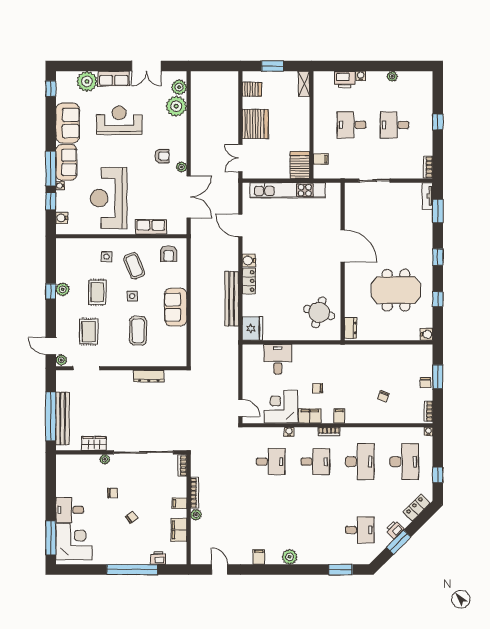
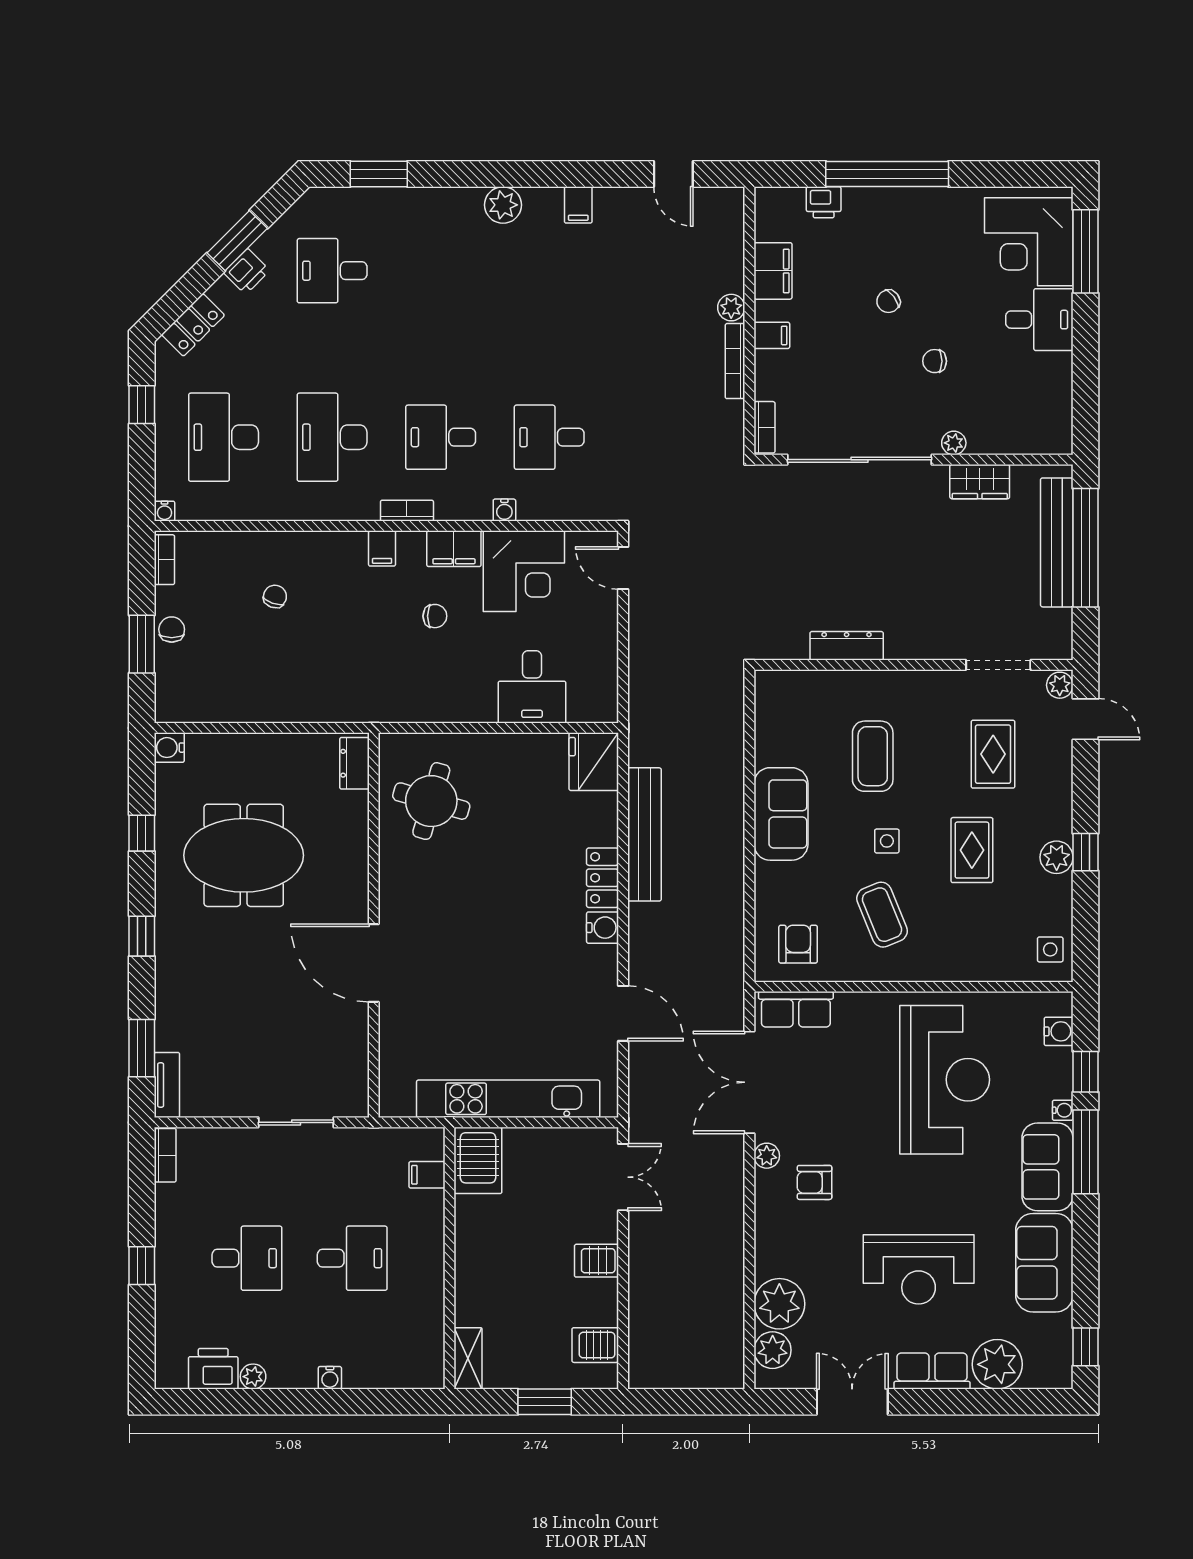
printer: (345, 80) -> (213, 1369), moved
server rack: (255, 124) -> (596, 1261), width x0.46, depth x0.70
row of seats: (151, 227) -> (796, 1009), moved
side table: (107, 257) -> (1050, 949), moved

